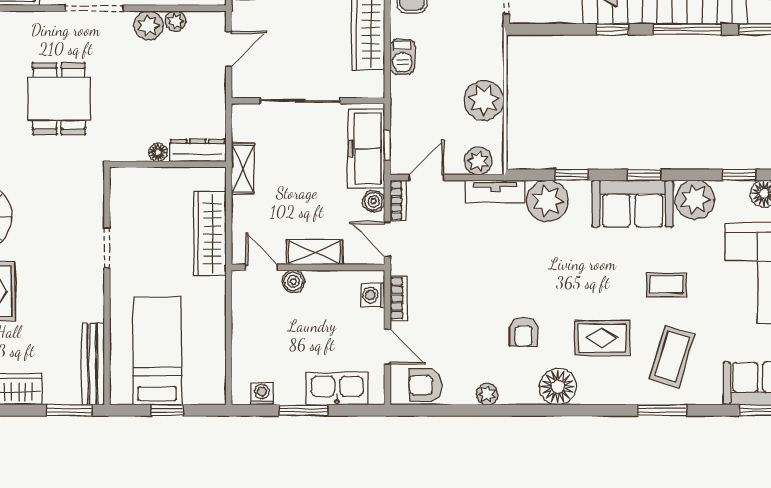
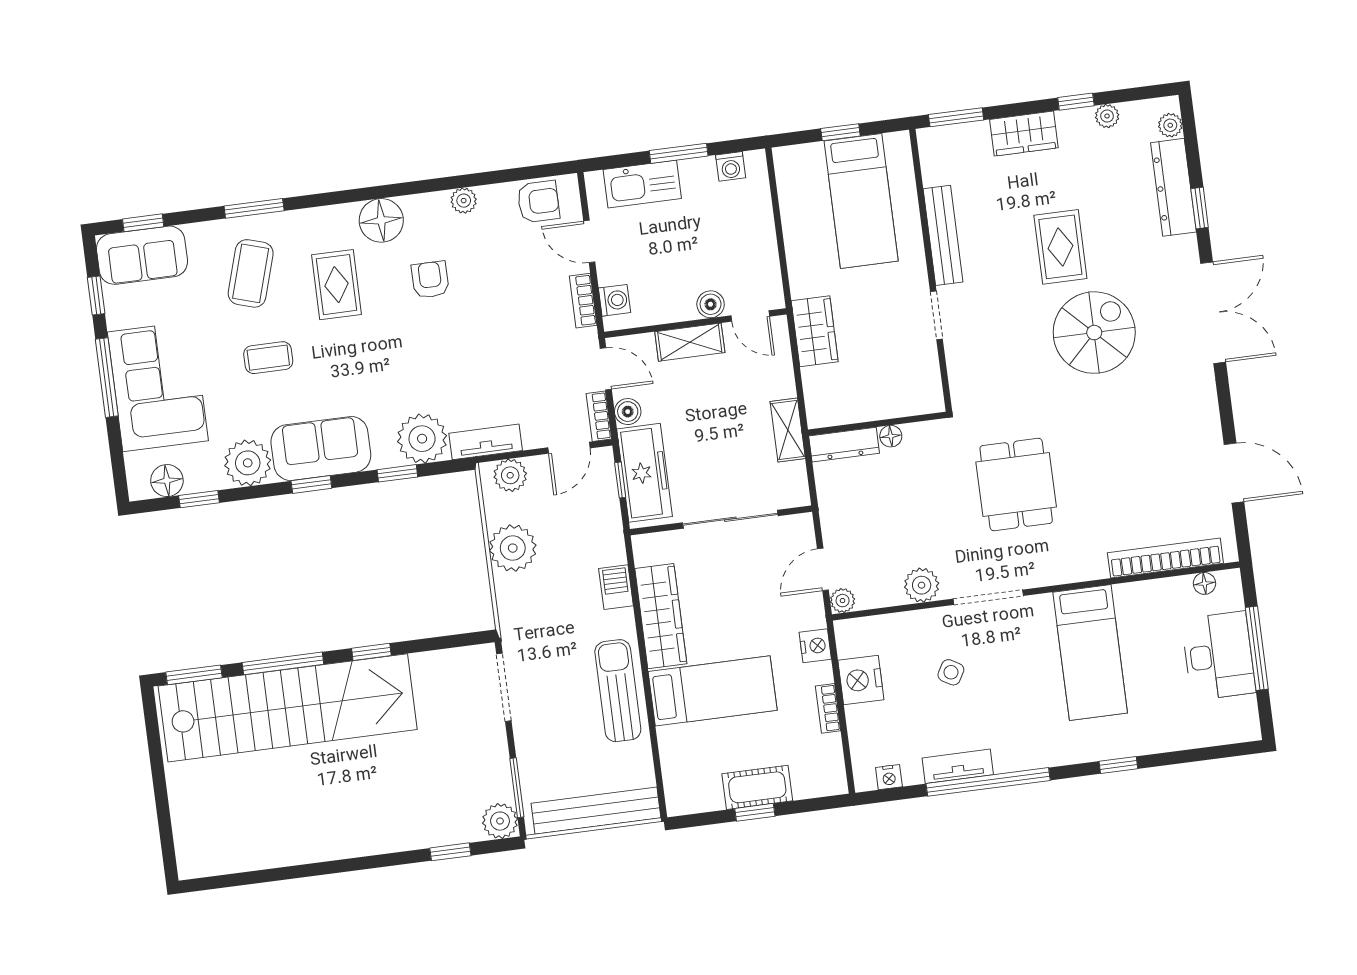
plant: (175, 21) -> (843, 601), moved
wardrobe: (210, 234) -> (815, 331), width x0.67
rug: (602, 338) -> (337, 285), turned 90
bench: (93, 364) -> (943, 235), moved

